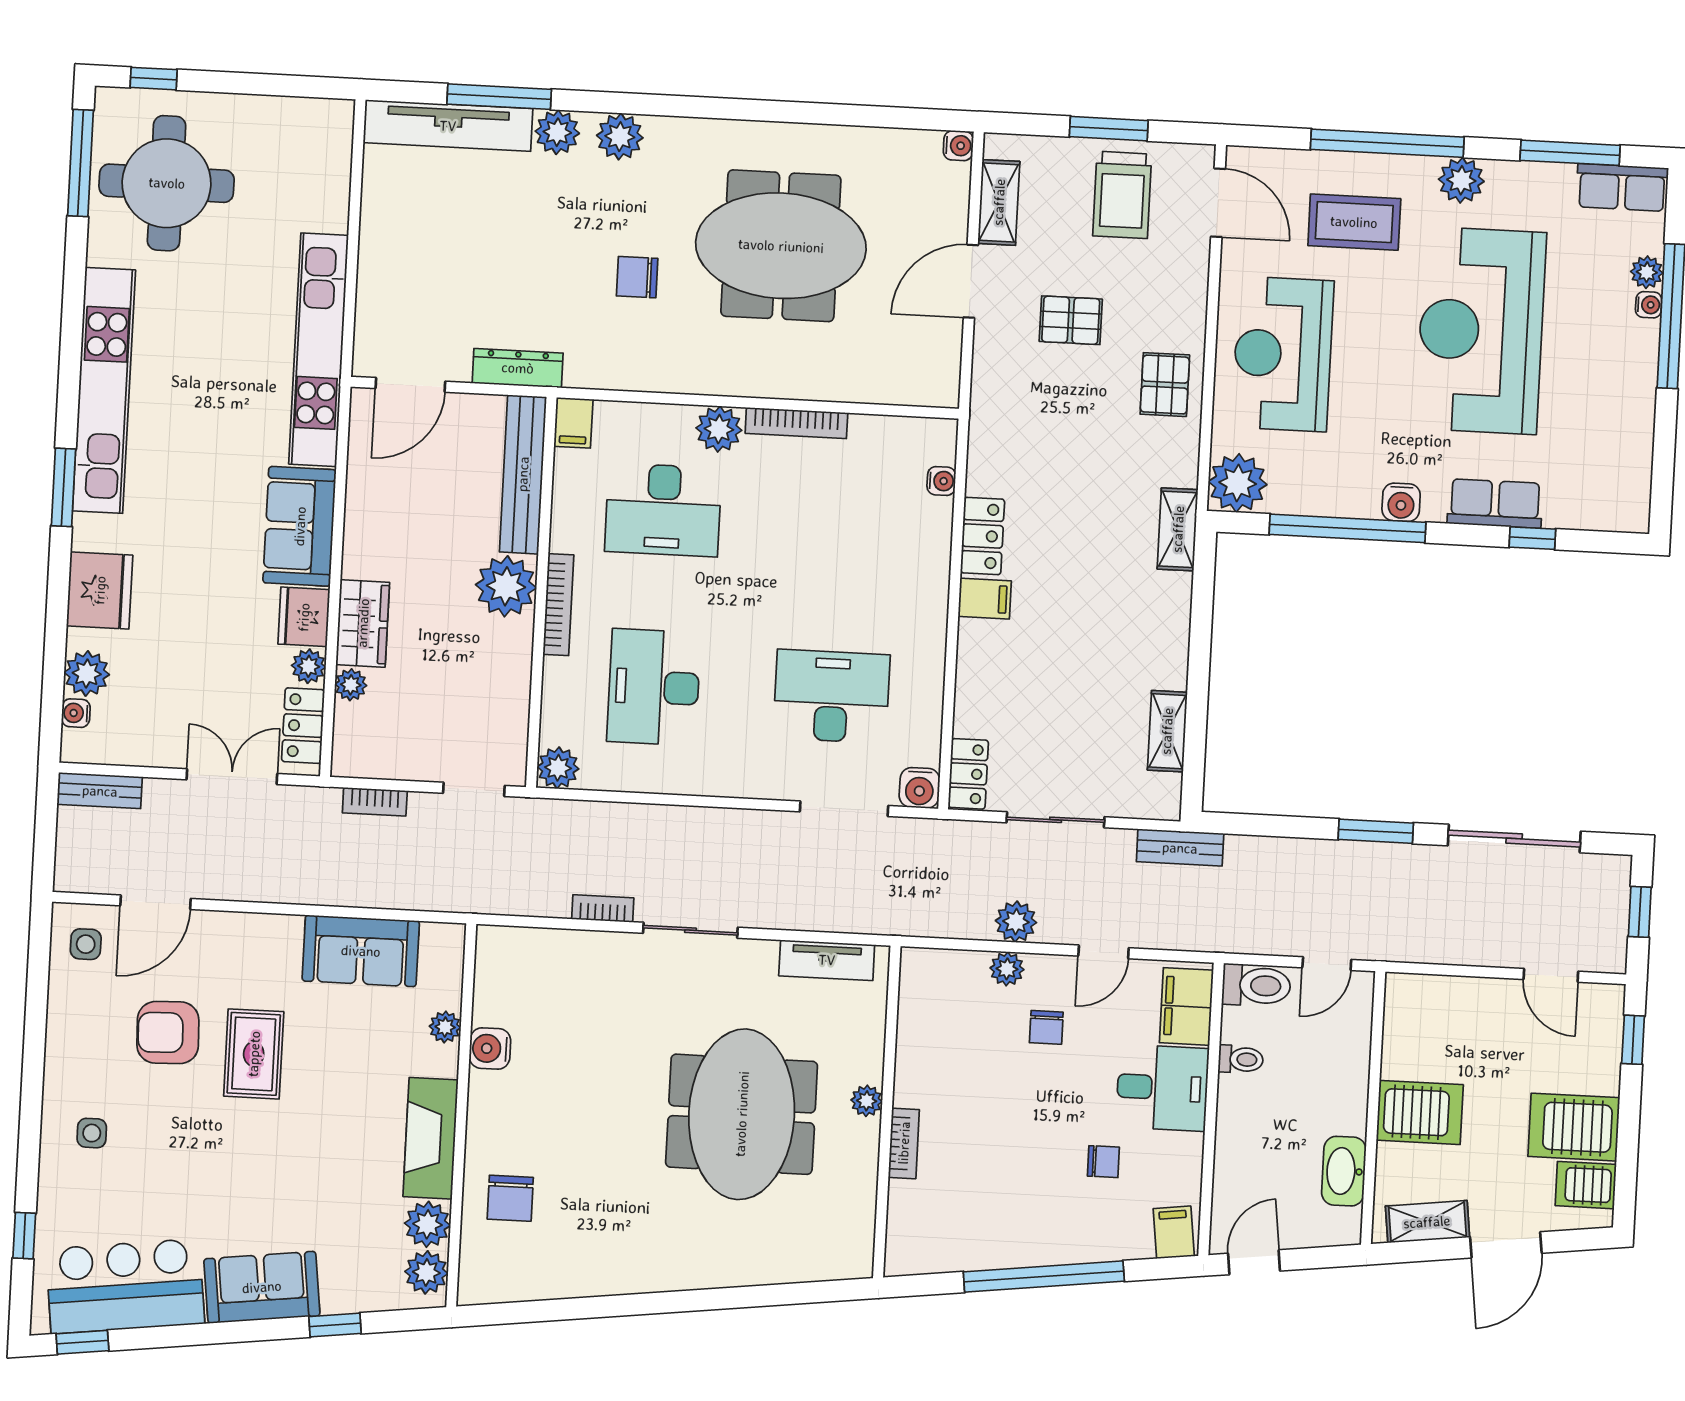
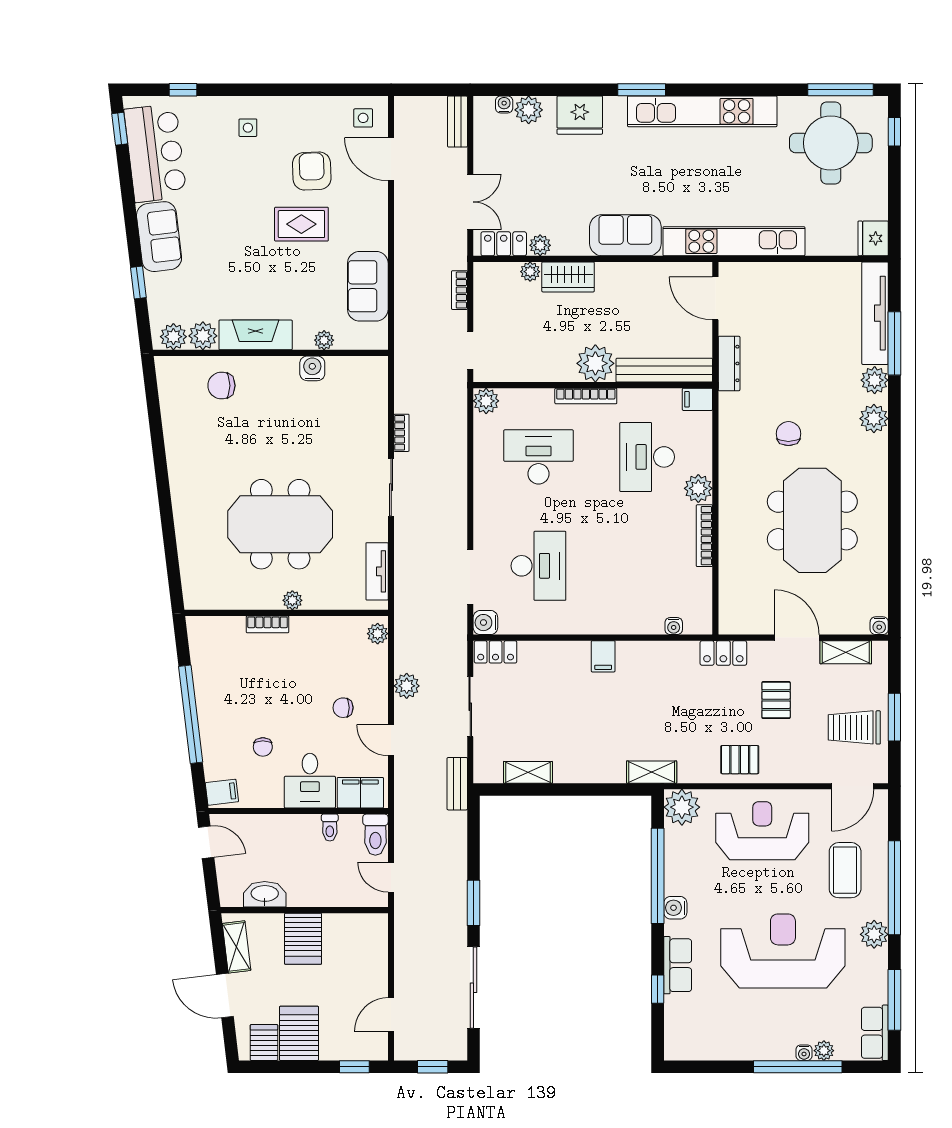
locker: (983, 536) -> (723, 653), moved
fridge: (304, 617) -> (873, 238), moved, turned -90
plant: (1007, 969) -> (378, 634), moved

